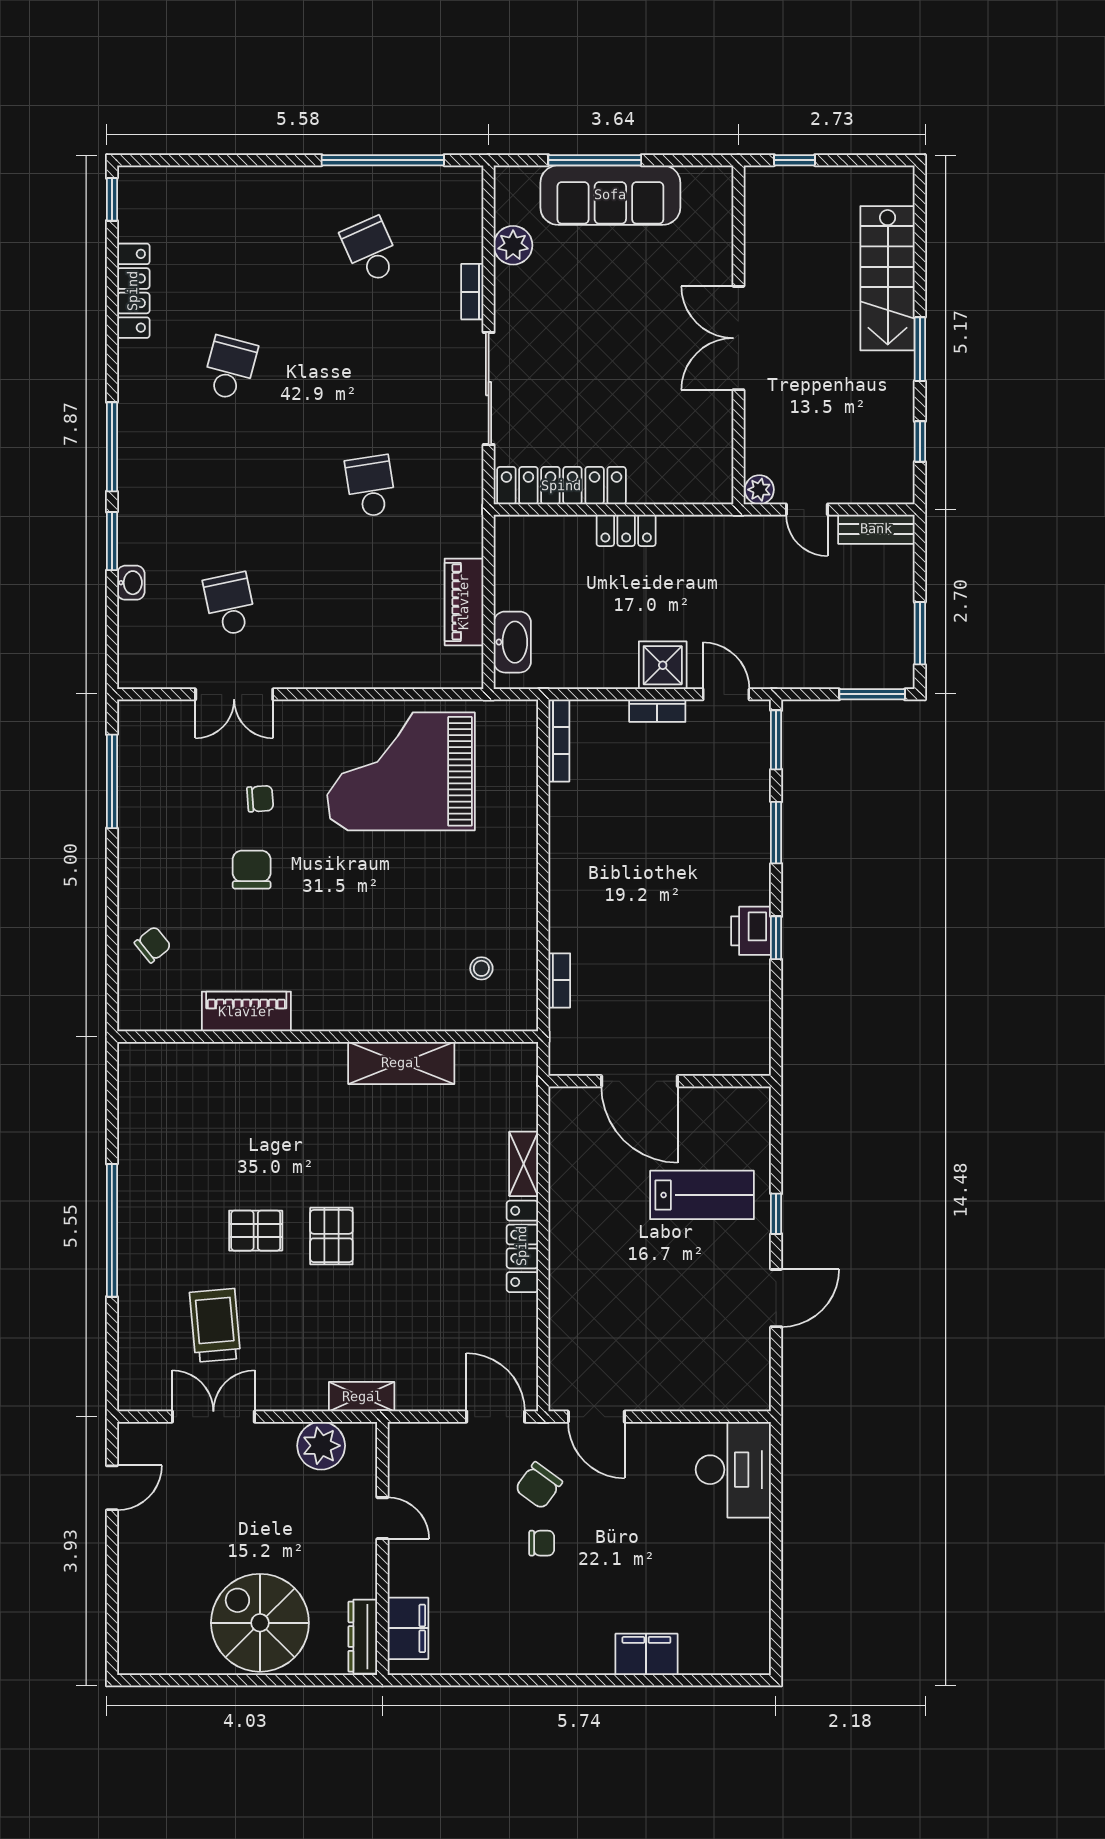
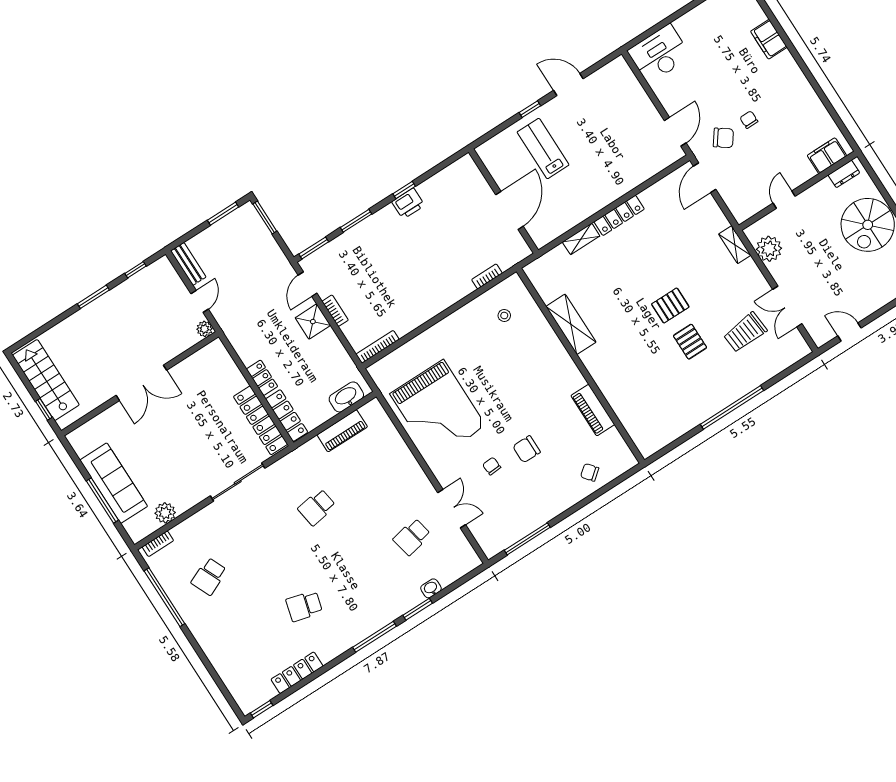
stairs: (888, 278) -> (46, 380), moved, turned -90
bookcase: (472, 292) -> (158, 544), moved
locker: (543, 531) -> (287, 416), added
dresser: (363, 1637) -> (844, 174), width x0.70

